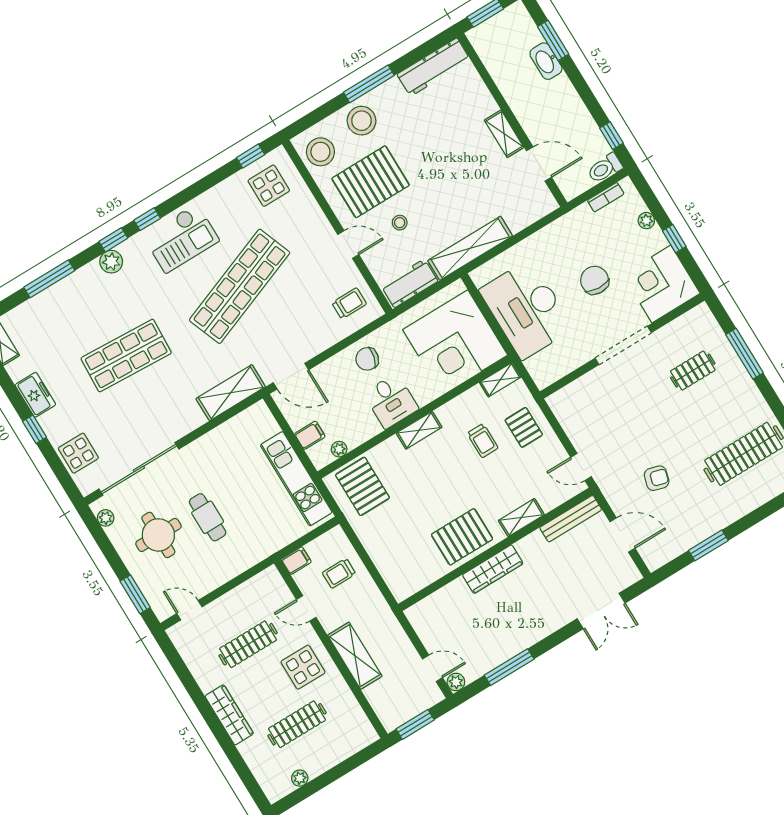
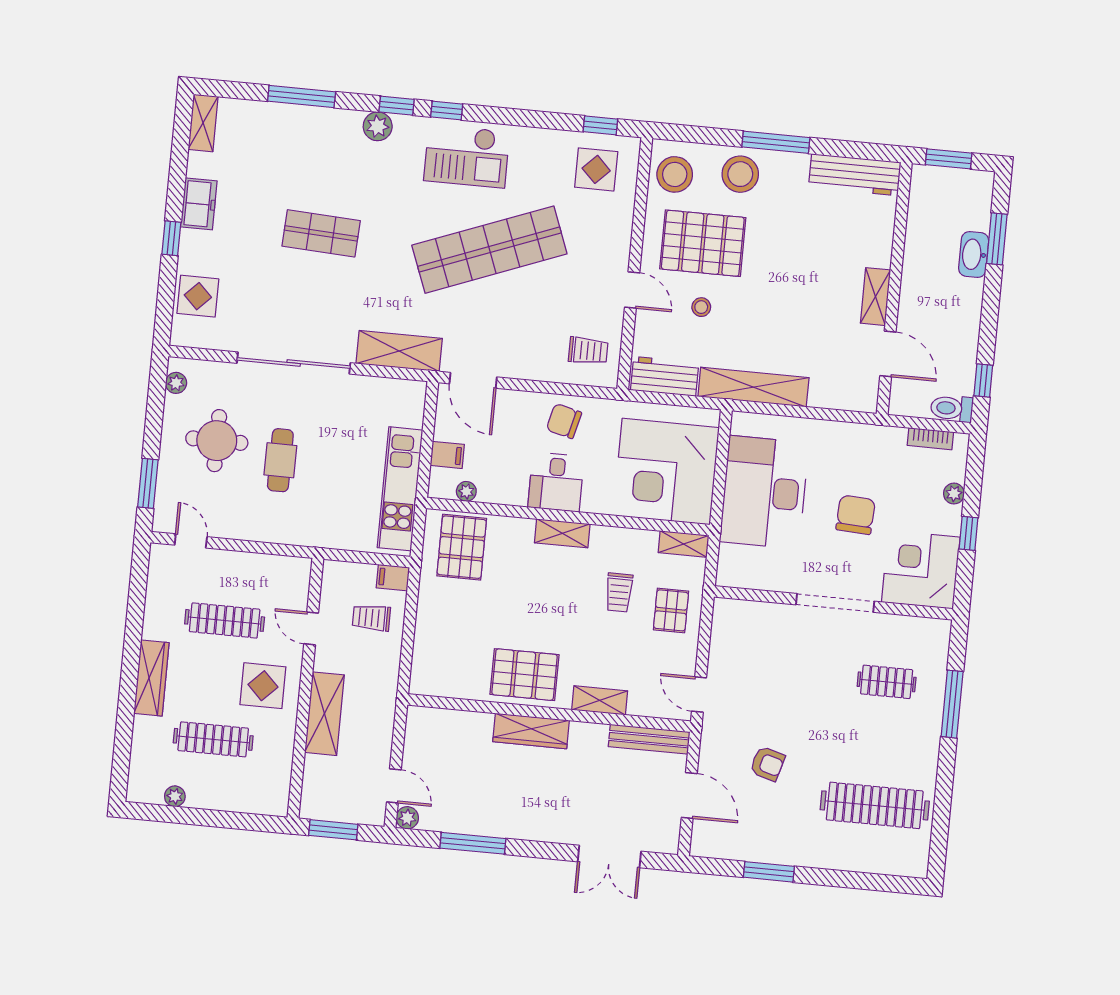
shop shelf: (126, 356) -> (321, 233), width x0.70, depth x0.74
sliding door: (139, 469) -> (294, 363), moved
filing cabinet: (296, 561) -> (393, 578), moved, turned 180

